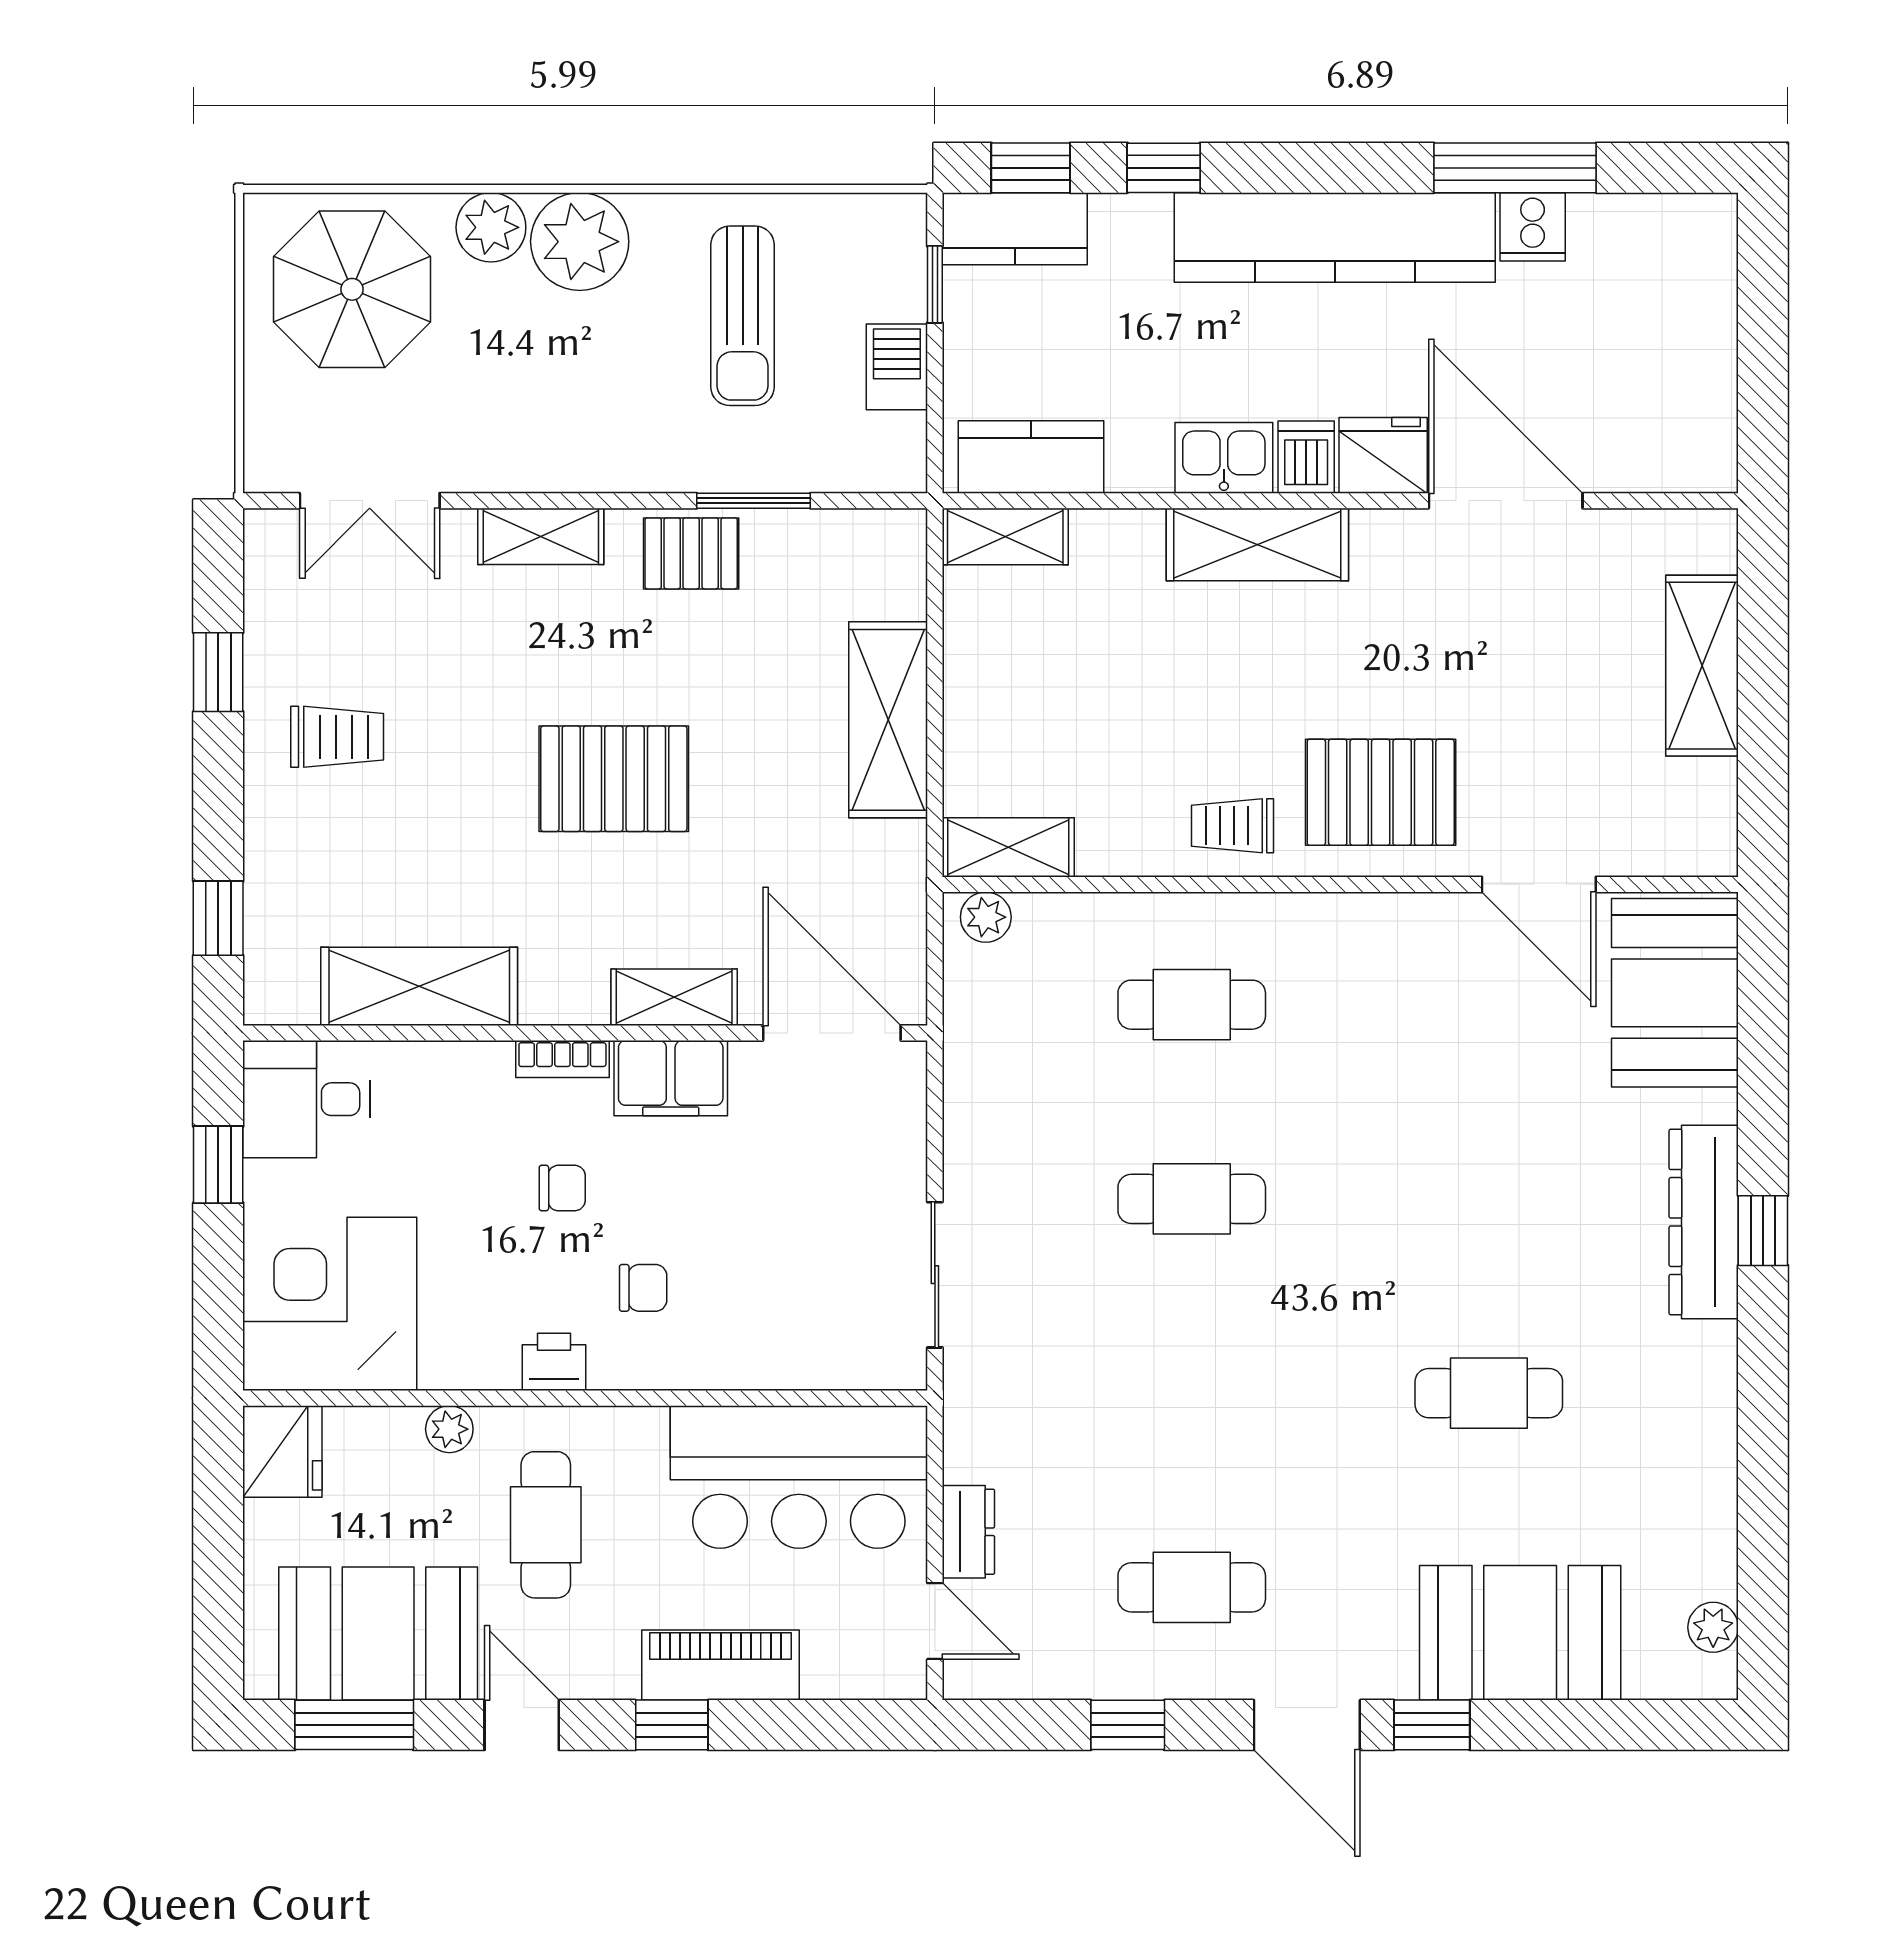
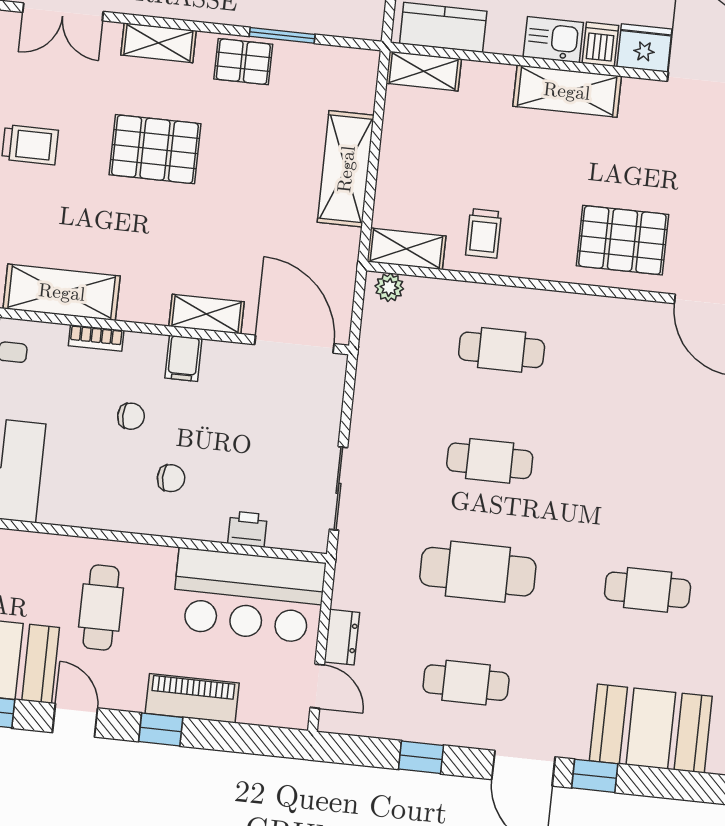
pallet: (614, 779) -> (155, 149), moved
trolley: (1233, 826) -> (484, 233), moved, turned -90
bookcase: (562, 1059) -> (96, 338), moved
filing cabinet: (671, 1078) -> (183, 358), width x0.50
printer: (554, 1362) -> (247, 529), moved
cafe table: (1192, 1393) -> (478, 572), added
plant: (449, 1429) -> (52, 547), removed

